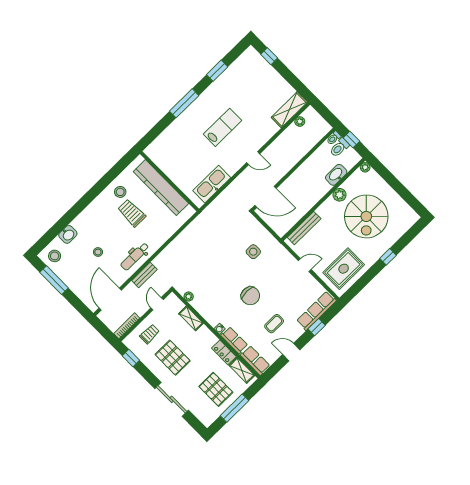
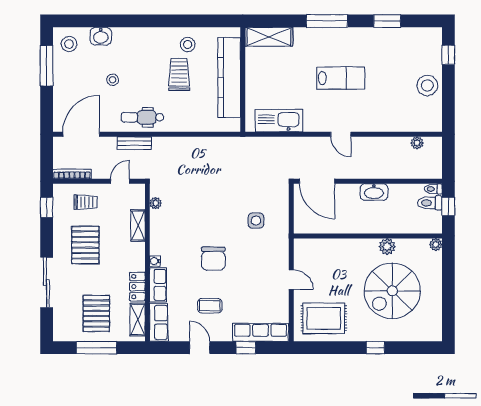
stool: (274, 84) -> (427, 86), added
shelving: (289, 110) -> (269, 37), moved
washbasin: (336, 175) -> (374, 192), moved, turned 180
bench: (304, 228) -> (324, 245), removed

